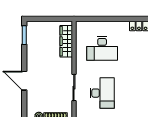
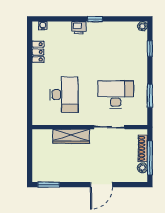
wardrobe: (66, 41) -> (71, 136), moved

